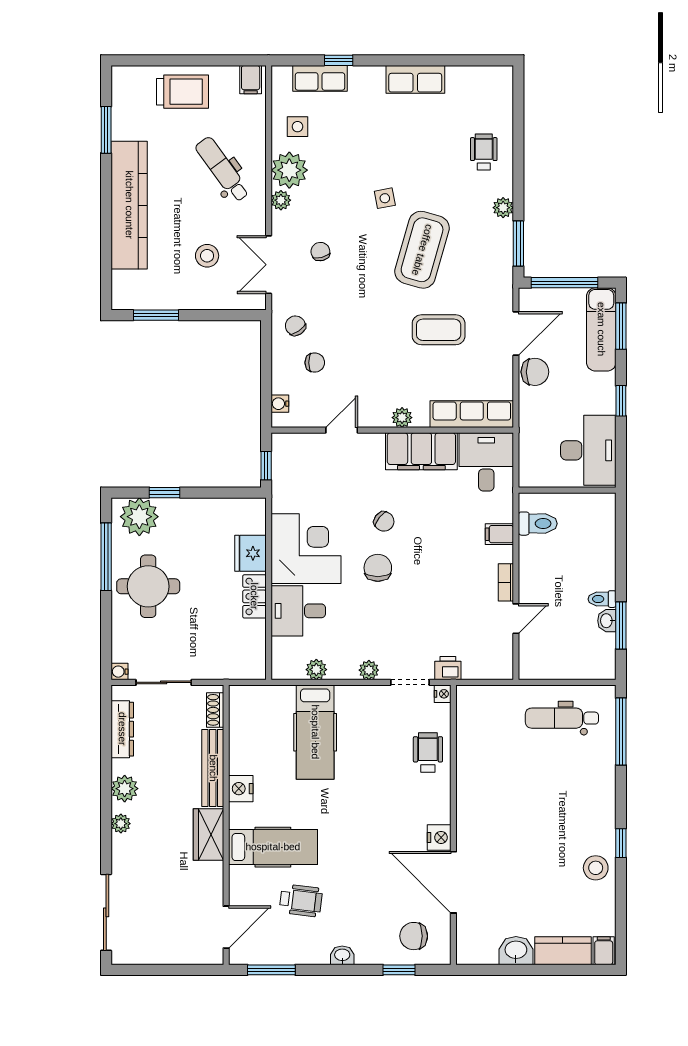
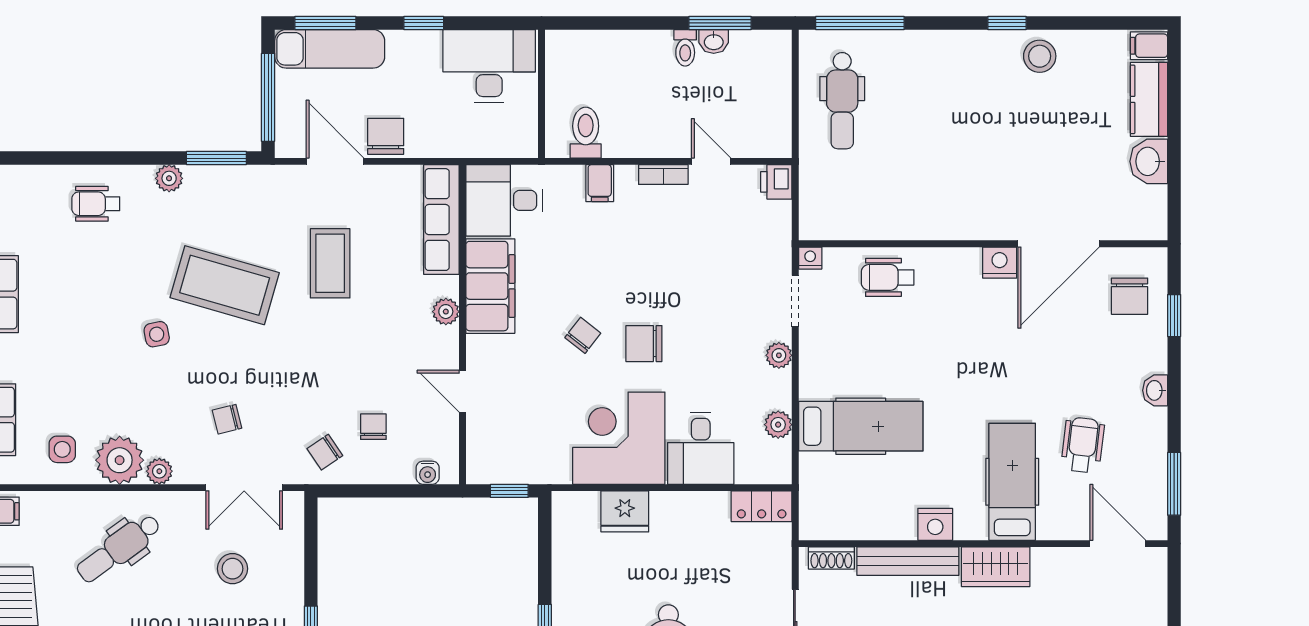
locker: (254, 596) -> (762, 506), moved
printer: (448, 668) -> (776, 182), moved

